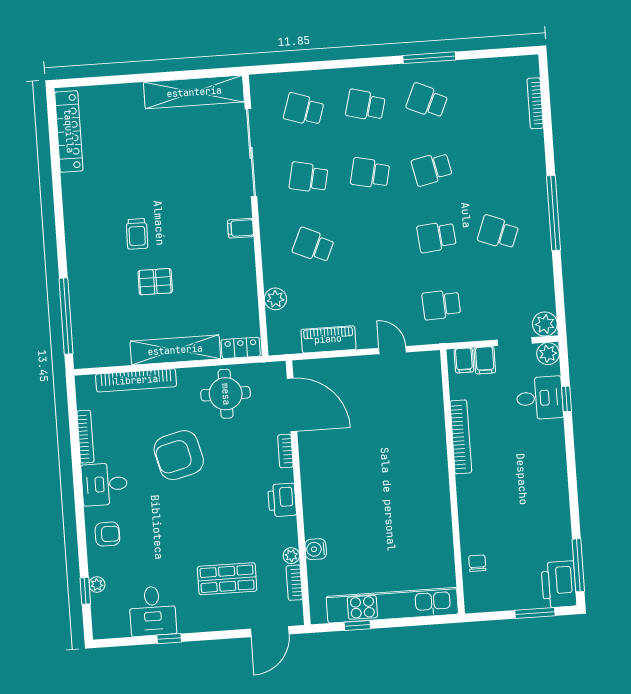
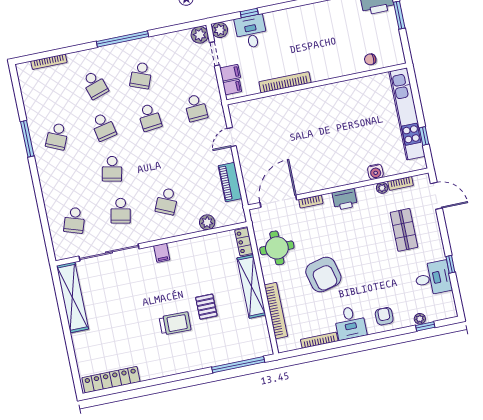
school desk: (365, 105) -> (95, 85), moved, turned -33
trolley: (137, 234) -> (175, 323), width x1.36, depth x1.39

